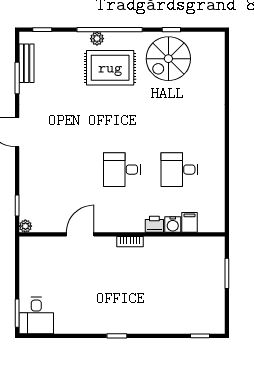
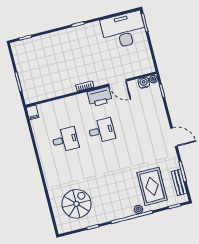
spiral stairs: (168, 59) -> (76, 204), moved
rug: (110, 68) -> (152, 186), moved, turned 90
filing cabinet: (190, 222) -> (33, 112), moved
printer: (154, 224) -> (100, 97), moved, width x1.87, depth x1.48
water cooler: (173, 225) -> (144, 83), moved
door: (80, 234) -> (117, 83), hinge flipped
desk: (36, 316) -> (124, 30), width x1.87, depth x1.30

